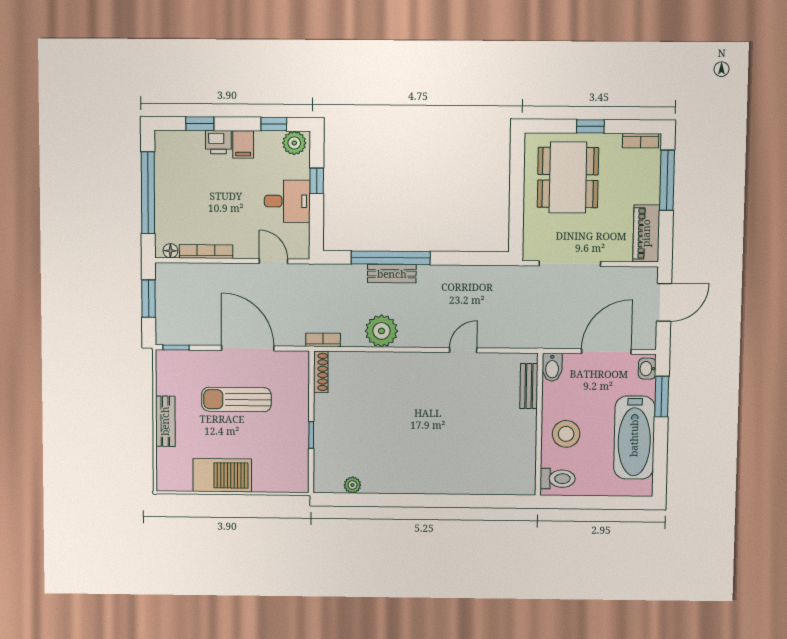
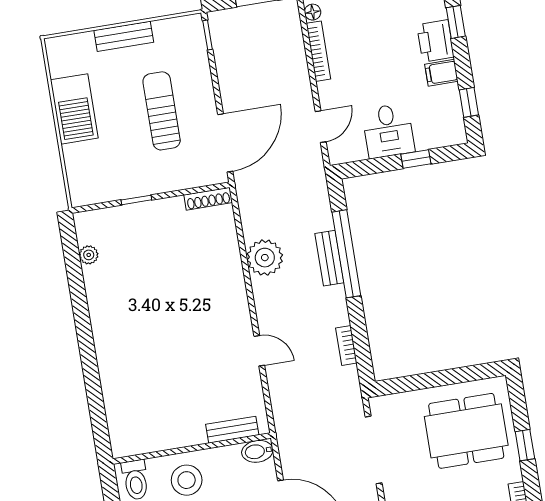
printer: (218, 142) -> (435, 41), width x1.36, depth x1.24
plant: (294, 143) -> (452, 128), removed
bookcase: (323, 340) -> (346, 345), moved, turned 180
door: (248, 348) -> (225, 143), moved

